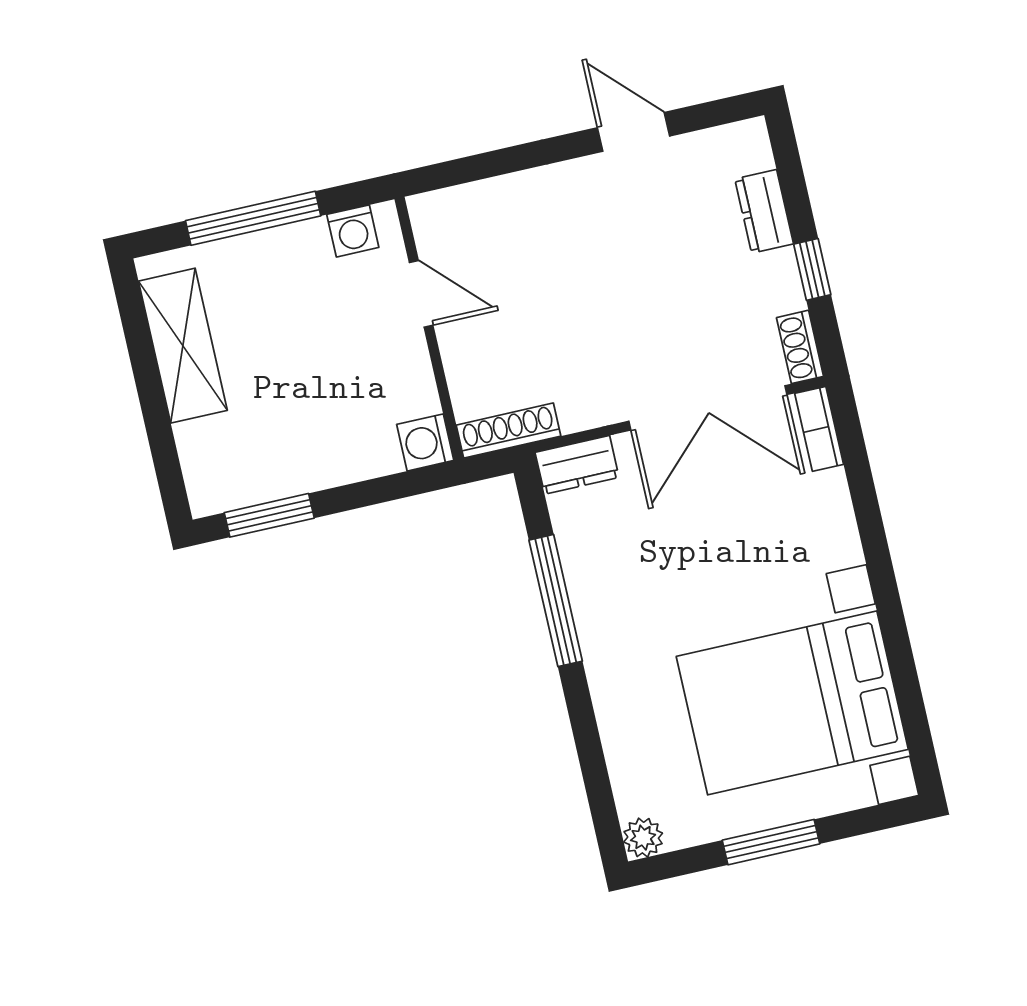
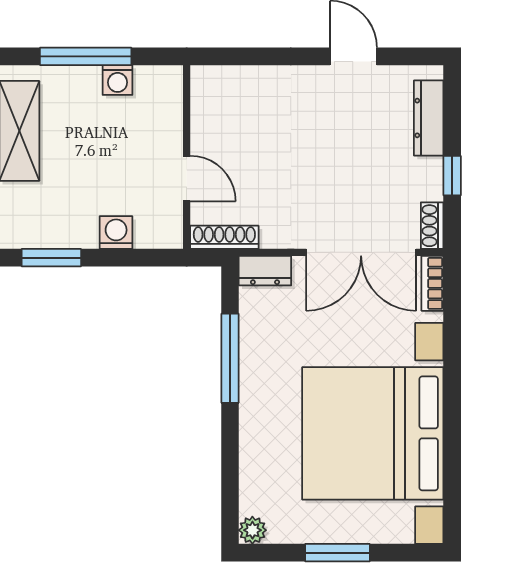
dresser: (764, 211) -> (429, 118), width x1.44
washing machine: (353, 231) -> (118, 80), moved
door: (421, 294) -> (187, 179), moved
washing machine: (425, 442) -> (116, 233), moved, turned 90
bed with nightstands: (792, 703) -> (373, 433), width x1.36

